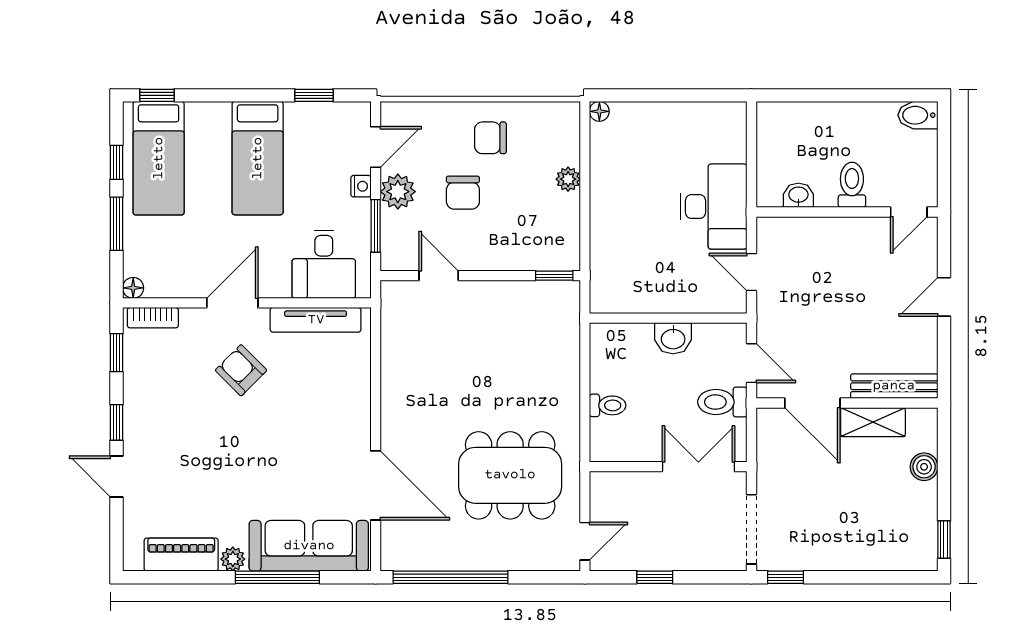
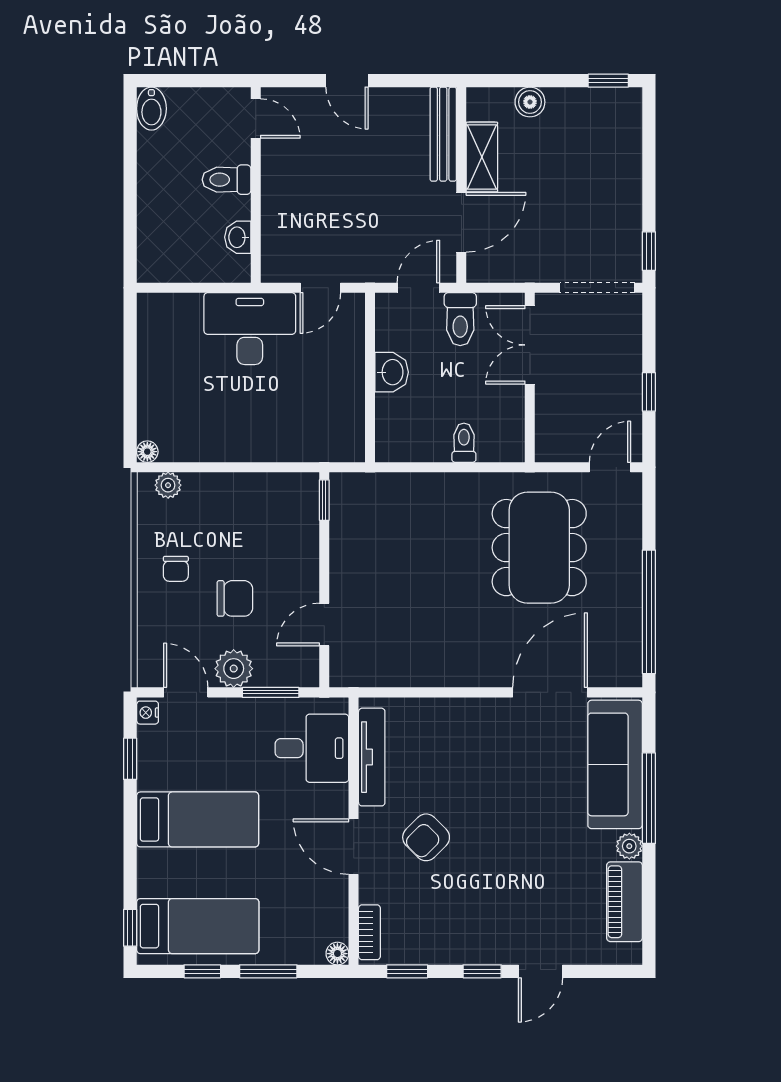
chair: (490, 138) -> (176, 569), width x0.73, depth x0.73
plant: (568, 179) -> (168, 485), moved
nightstand: (361, 186) -> (148, 713), moved, turned -90
door: (585, 541) -> (610, 467), hinge flipped

